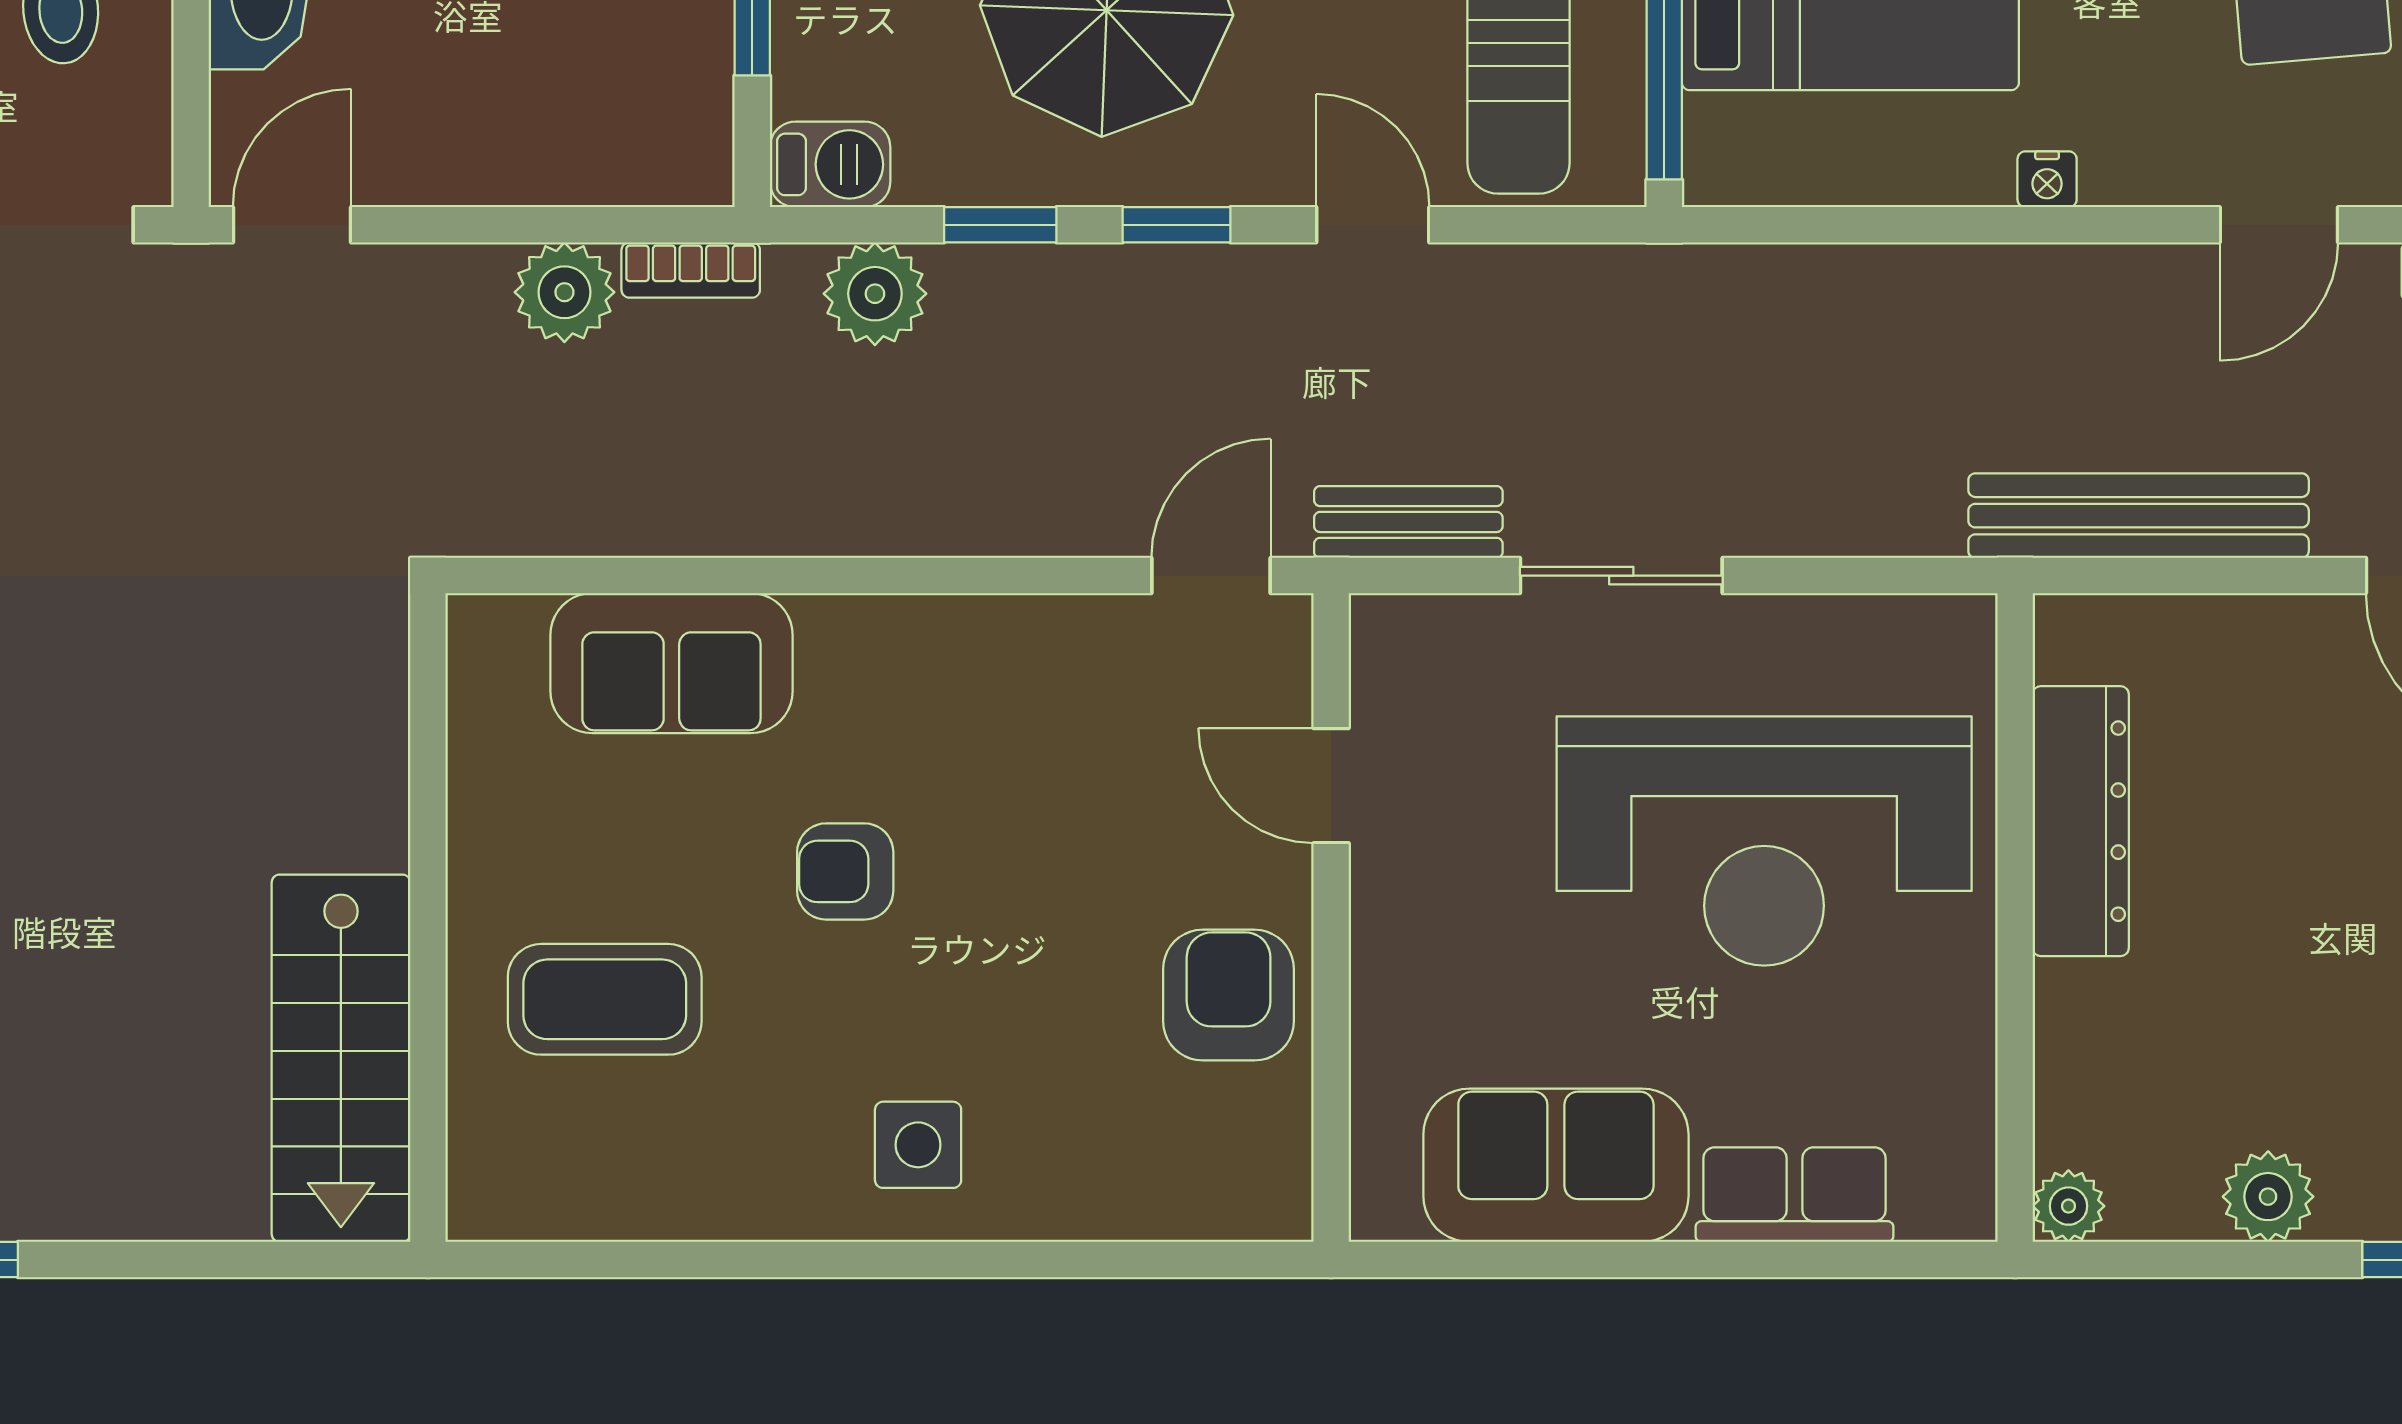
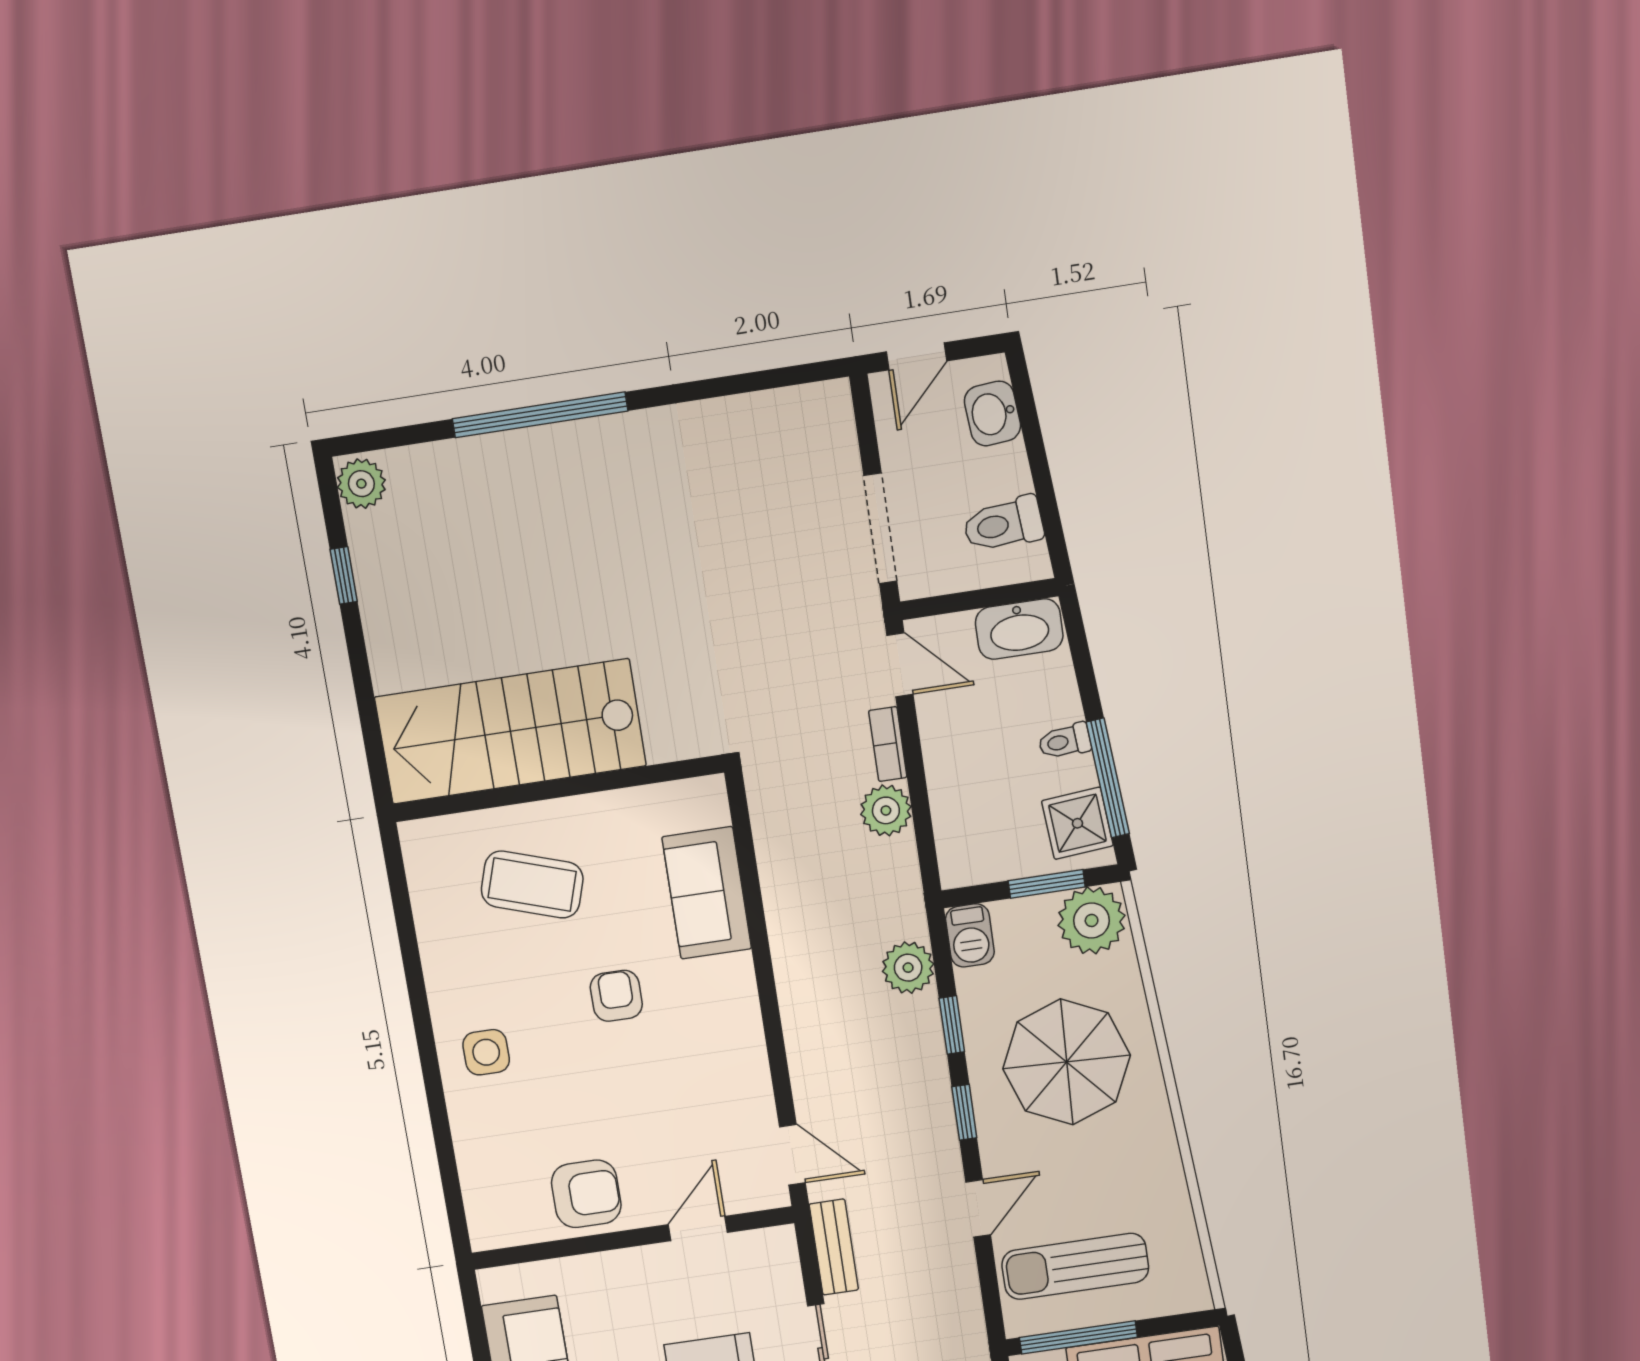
bookcase: (691, 270) -> (888, 744), moved
coffee table: (605, 999) -> (532, 885), turned -72
stairs: (341, 1058) -> (511, 731), width x1.36, depth x1.51

